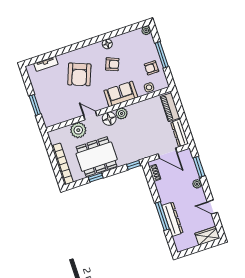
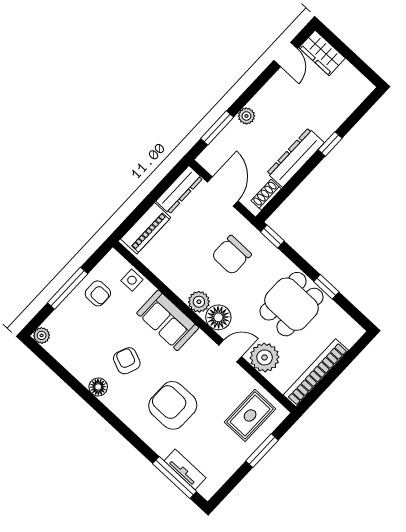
window: (45, 57) -> (175, 477), added
armchair: (79, 74) -> (173, 405), turned -111
rug: (55, 108) -> (250, 415), added
door: (90, 116) -> (230, 351), swing flipped
chair: (135, 141) -> (231, 255), added
dining table: (97, 157) -> (292, 304), width x0.73
bookcase: (62, 164) -> (316, 373), moved
door: (212, 207) -> (286, 54), moved
window: (162, 216) -> (330, 144), width x0.46
dresser: (172, 219) -> (296, 158), moved

